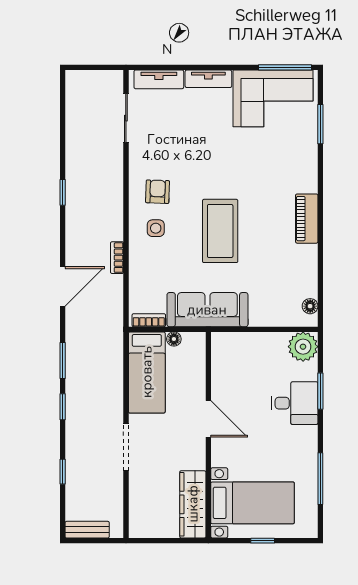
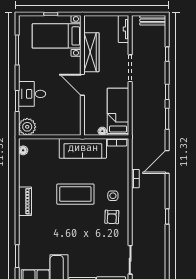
coffee table: (220, 231) -> (75, 194), turned 90
wardrobe: (193, 504) -> (91, 52), moved
tv unit: (137, 515) -> (124, 29), added

